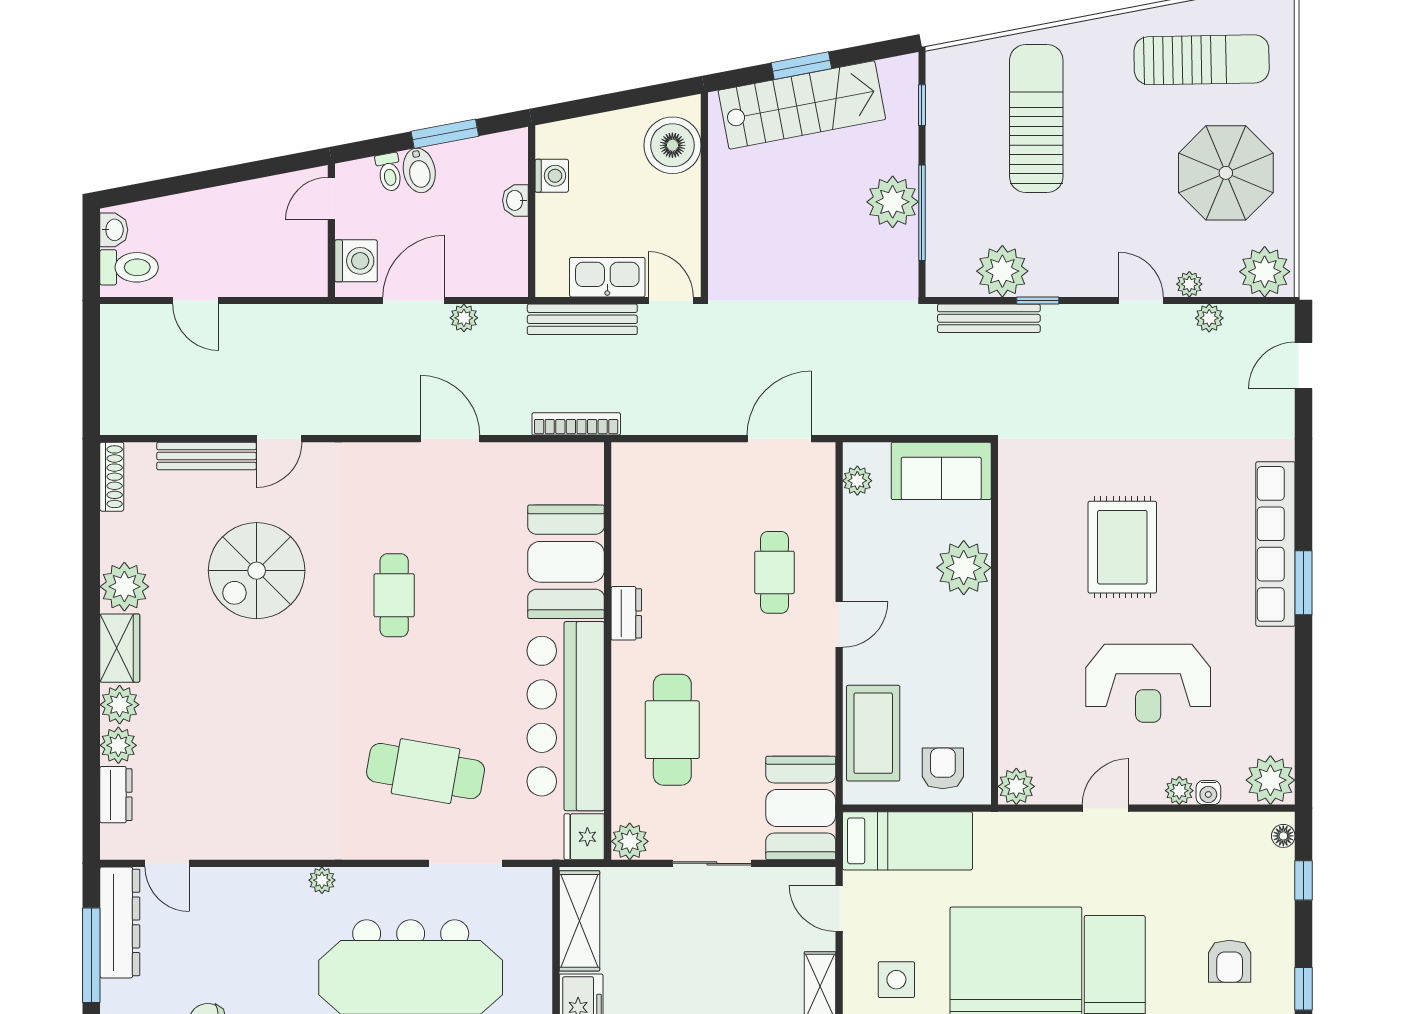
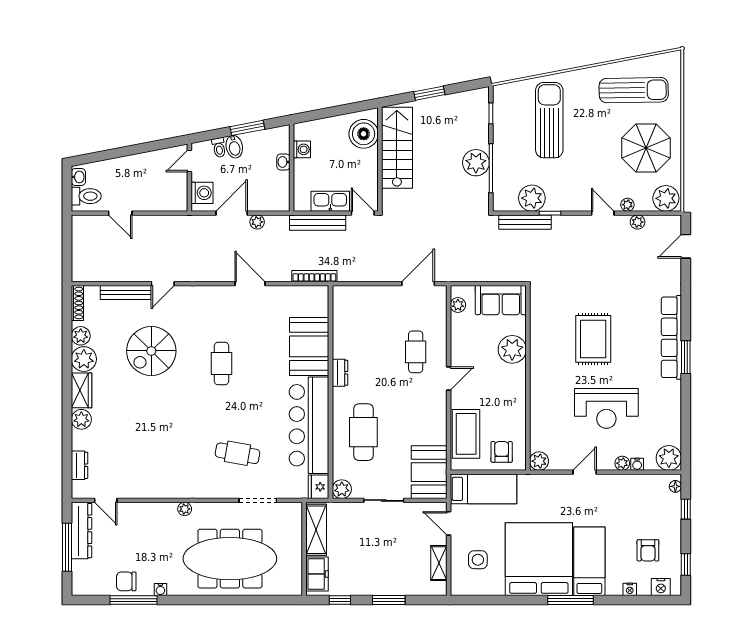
stairs: (802, 105) -> (397, 148), moved, turned -79
plant: (118, 745) -> (81, 336), moved
cafe table: (426, 771) -> (238, 453), width x0.73, depth x0.74

